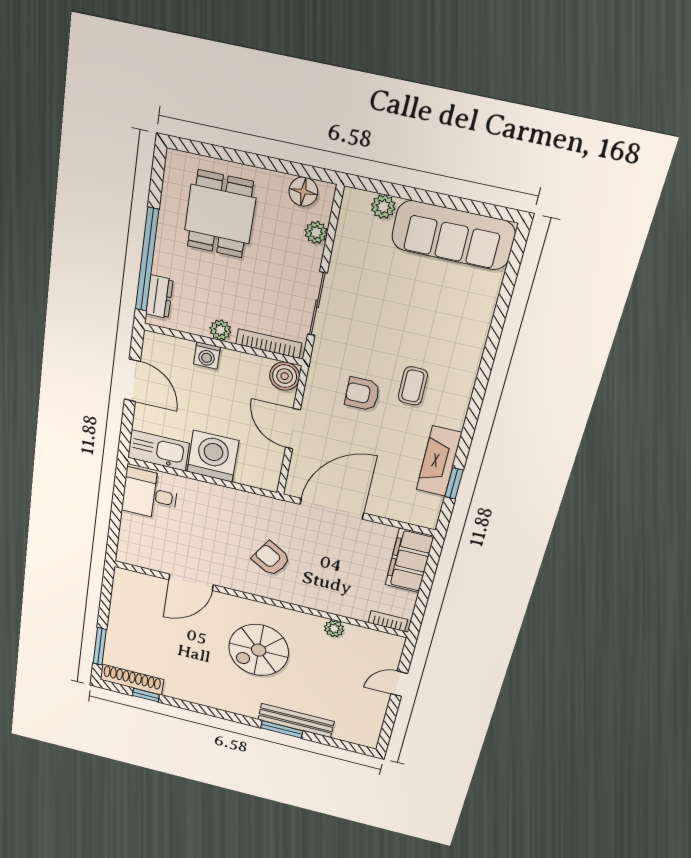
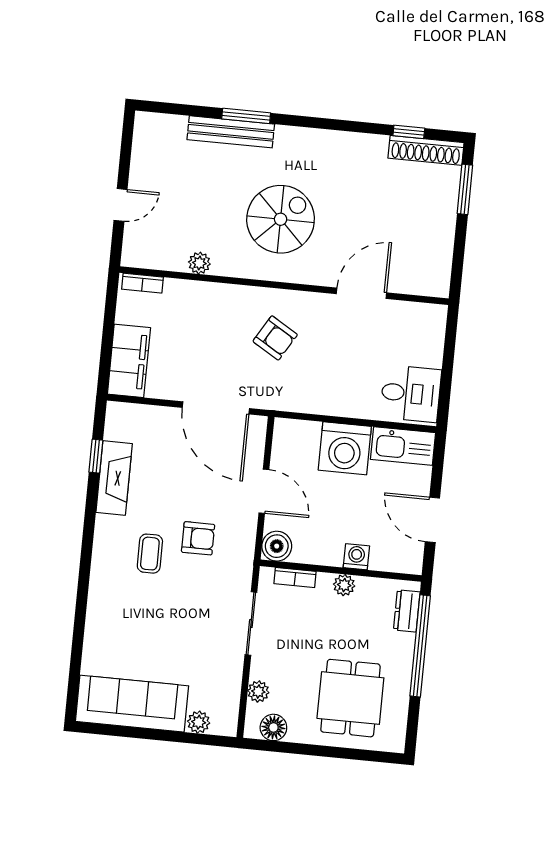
bookcase: (269, 344) -> (295, 578), width x0.64
door: (332, 509) -> (216, 408), hinge flipped

